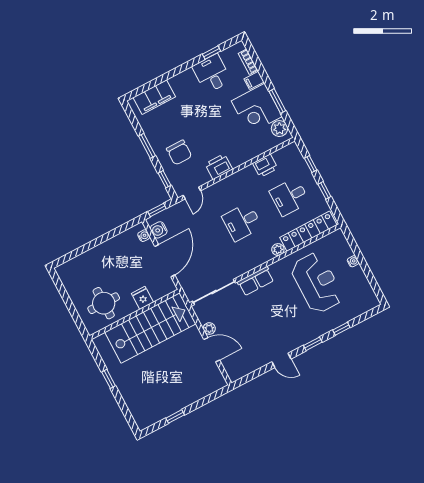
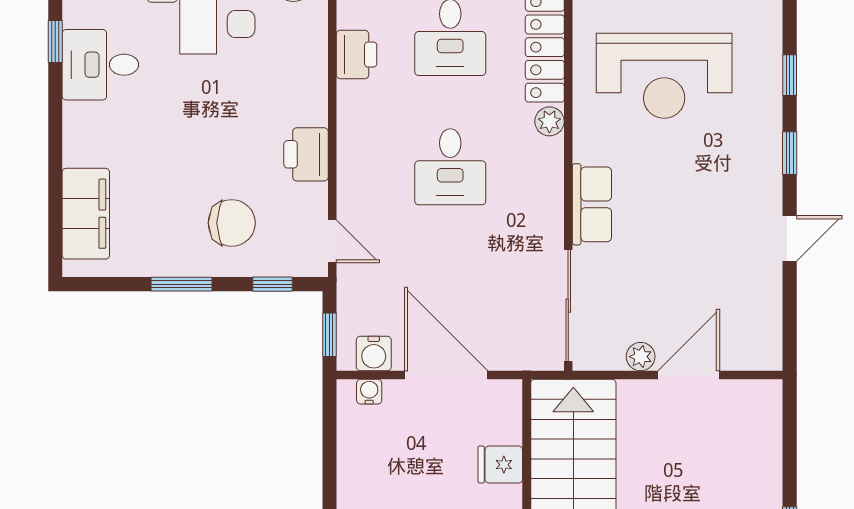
reception desk: (317, 283) -> (664, 76), turned 180

